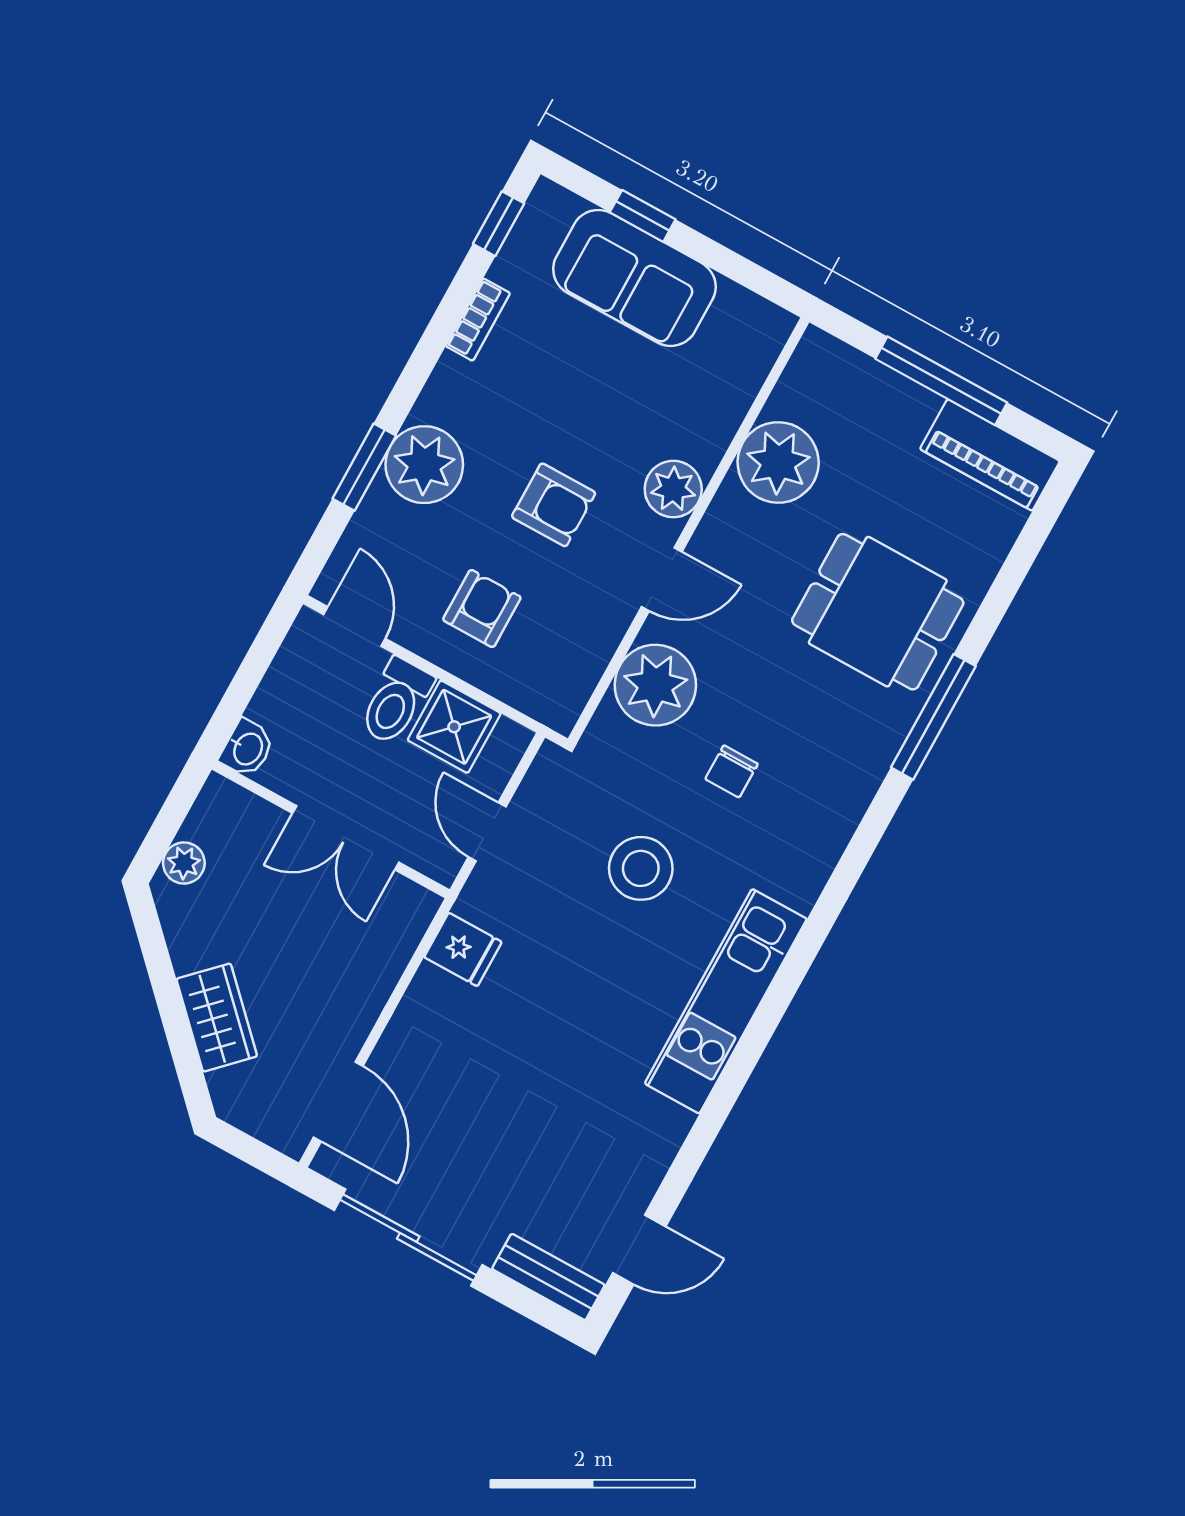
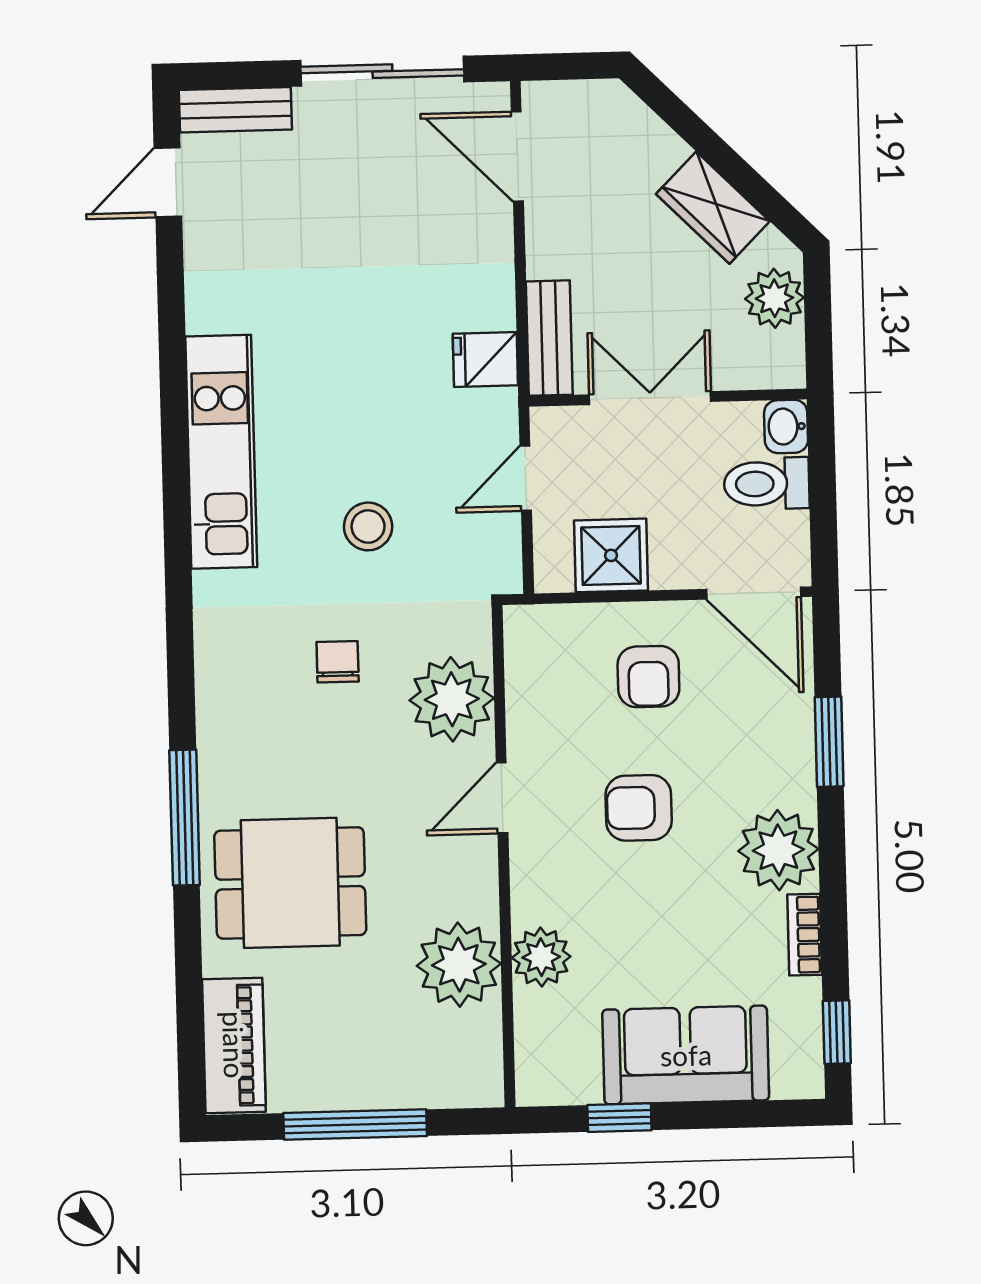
window: (643, 216) -> (619, 1118), moved
piano: (990, 455) -> (234, 1045), moved, turned 90
plant: (424, 465) -> (778, 850), moved
plant: (673, 489) -> (541, 957), moved
door: (355, 627) -> (754, 593), width x1.38
toilet: (396, 701) -> (767, 484), moved, turned -90
door: (487, 832) -> (526, 478), swing flipped
plant: (184, 863) -> (775, 298), width x1.38, depth x1.38
stool: (641, 868) -> (368, 526), width x0.73, depth x0.73
bench: (400, 936) -> (549, 338), added
wardrobe: (217, 1018) -> (713, 208), moved

